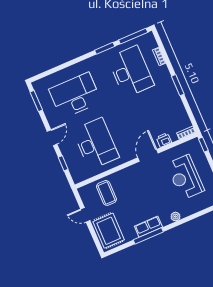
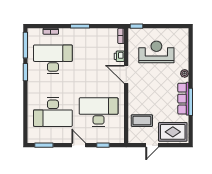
desk: (75, 95) -> (53, 112), turned -90
reception desk: (185, 177) -> (156, 52), turned 180
row of seats: (148, 227) -> (183, 99), width x1.48

